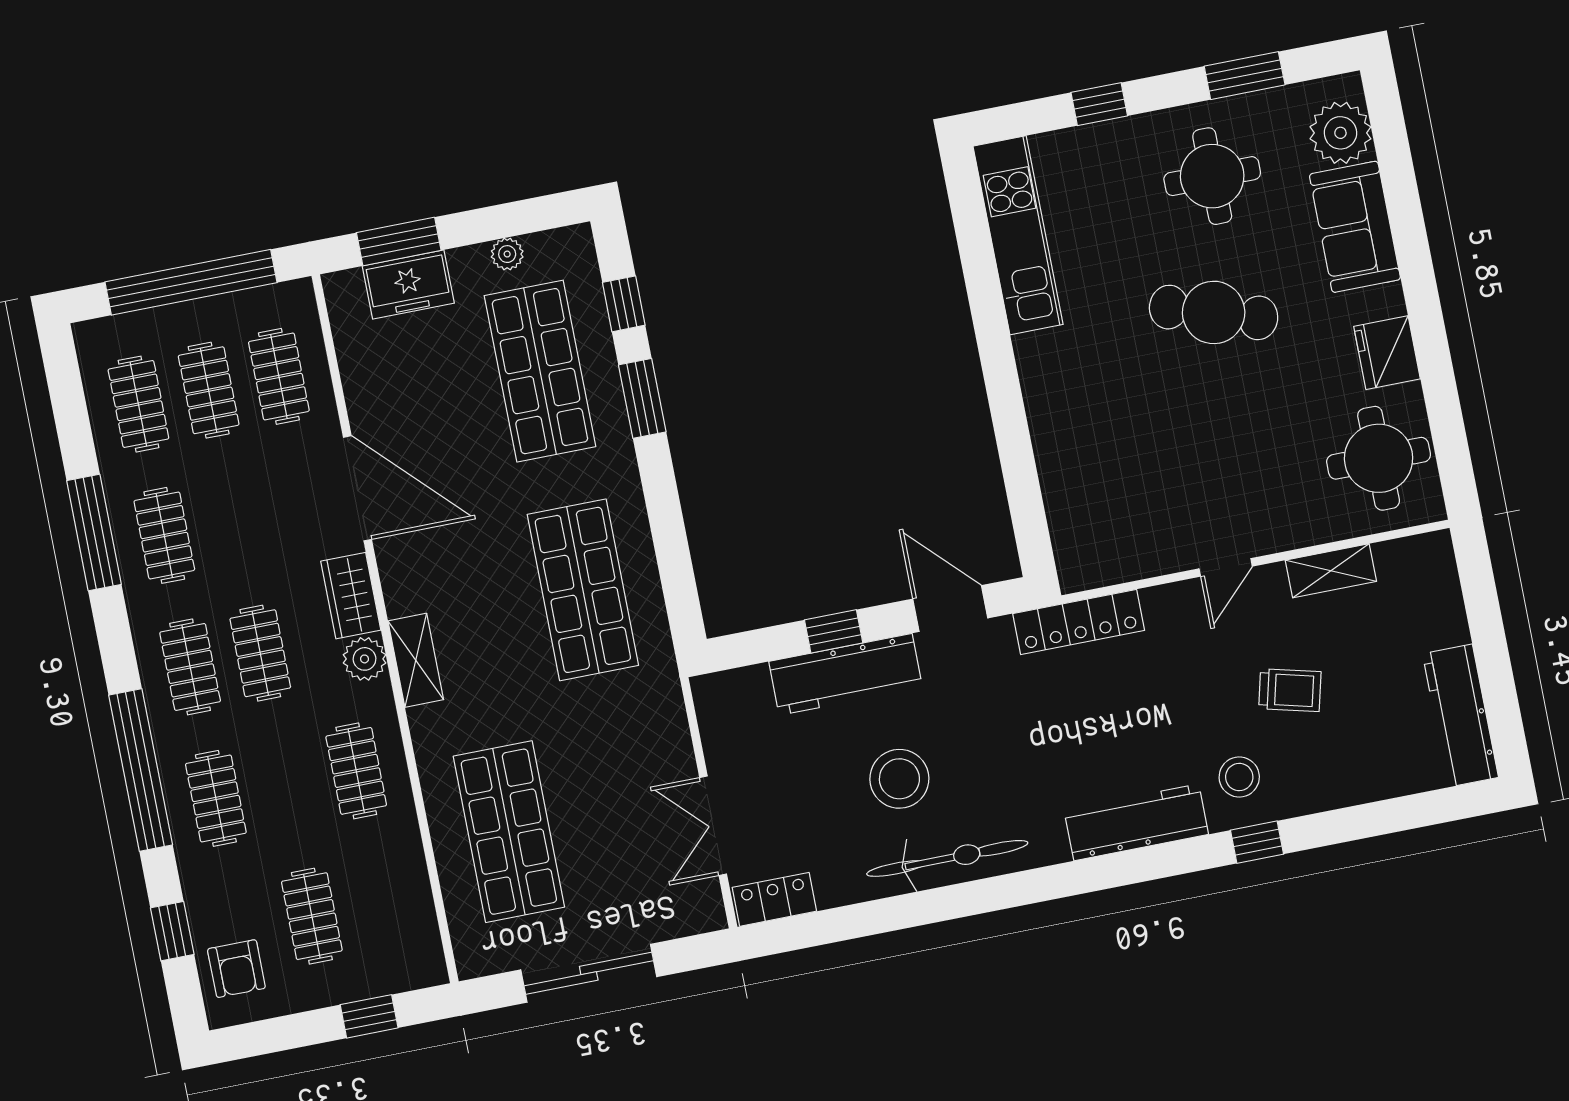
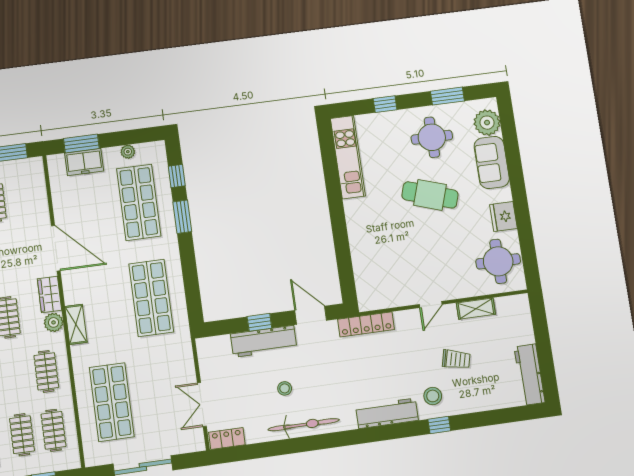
clothes rail: (279, 376) -> (54, 430), moved
stool: (899, 779) -> (285, 388), width x0.53, depth x0.53

